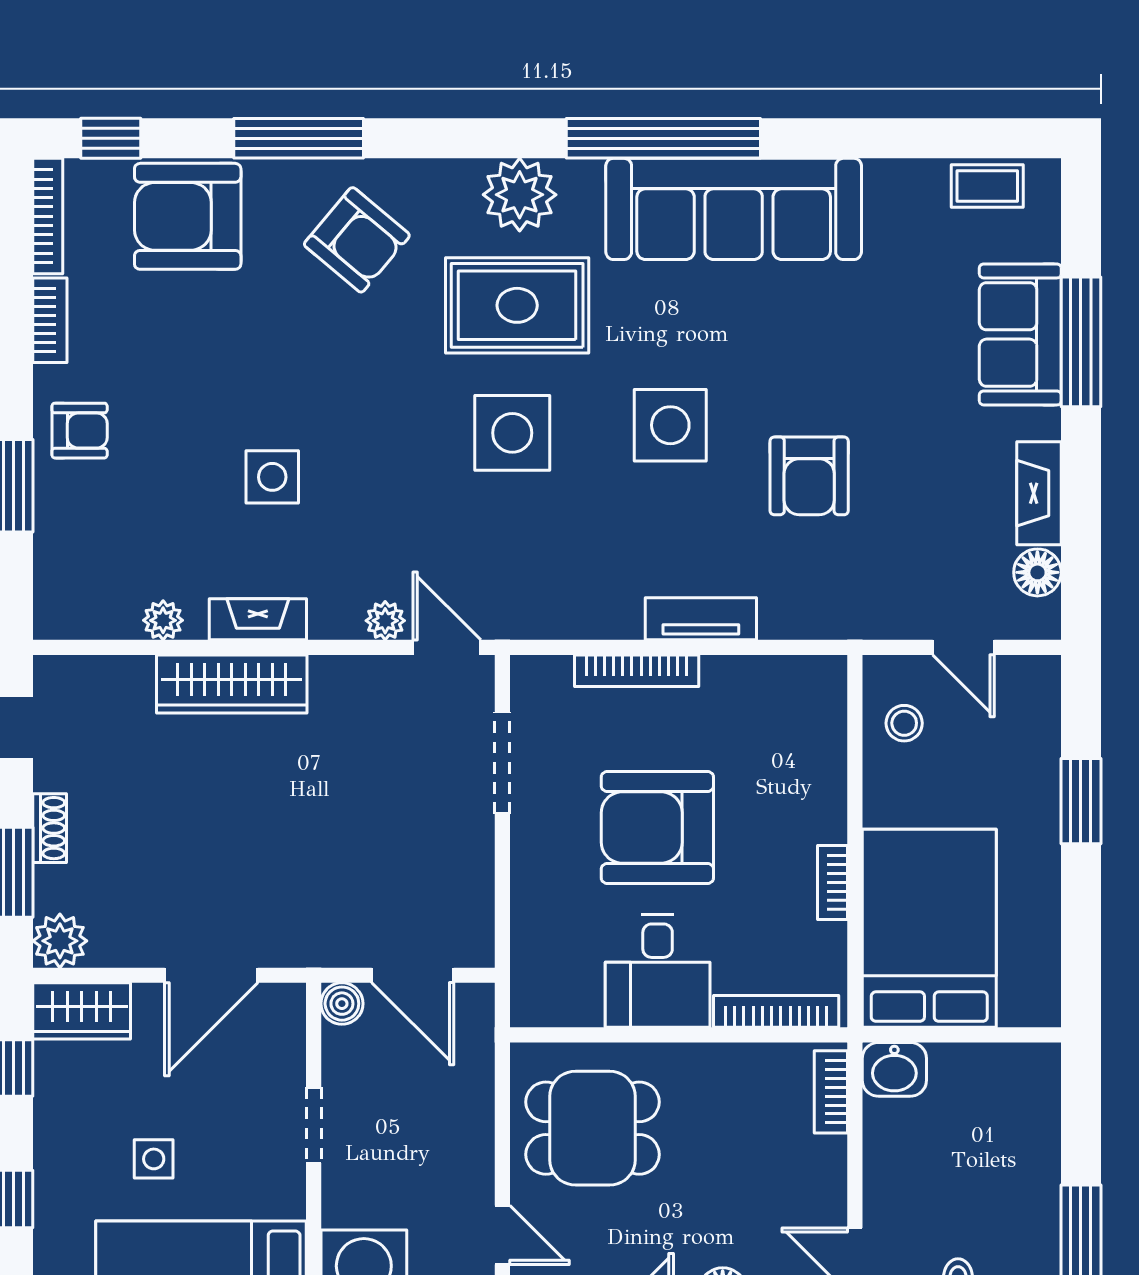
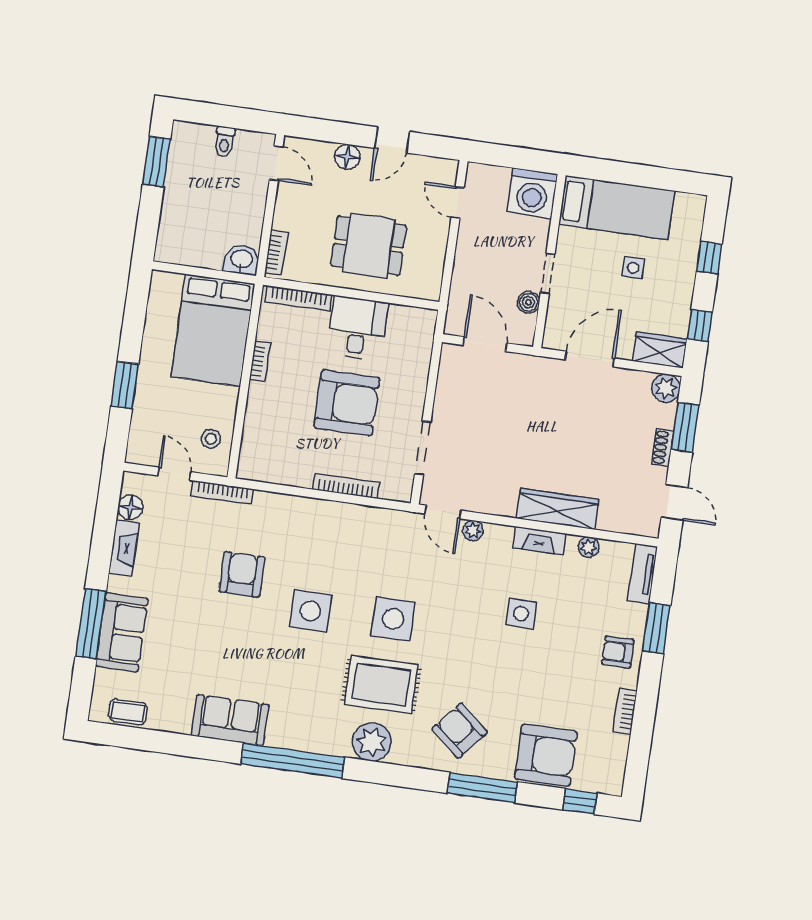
sofa: (734, 209) -> (230, 720), width x0.54, depth x0.79
bookcase: (48, 216) -> (222, 492), moved, turned -90
tv unit: (701, 619) -> (642, 574), moved, turned 90
boiler: (342, 1004) -> (528, 302), moved
dining table: (593, 1128) -> (369, 246), moved

